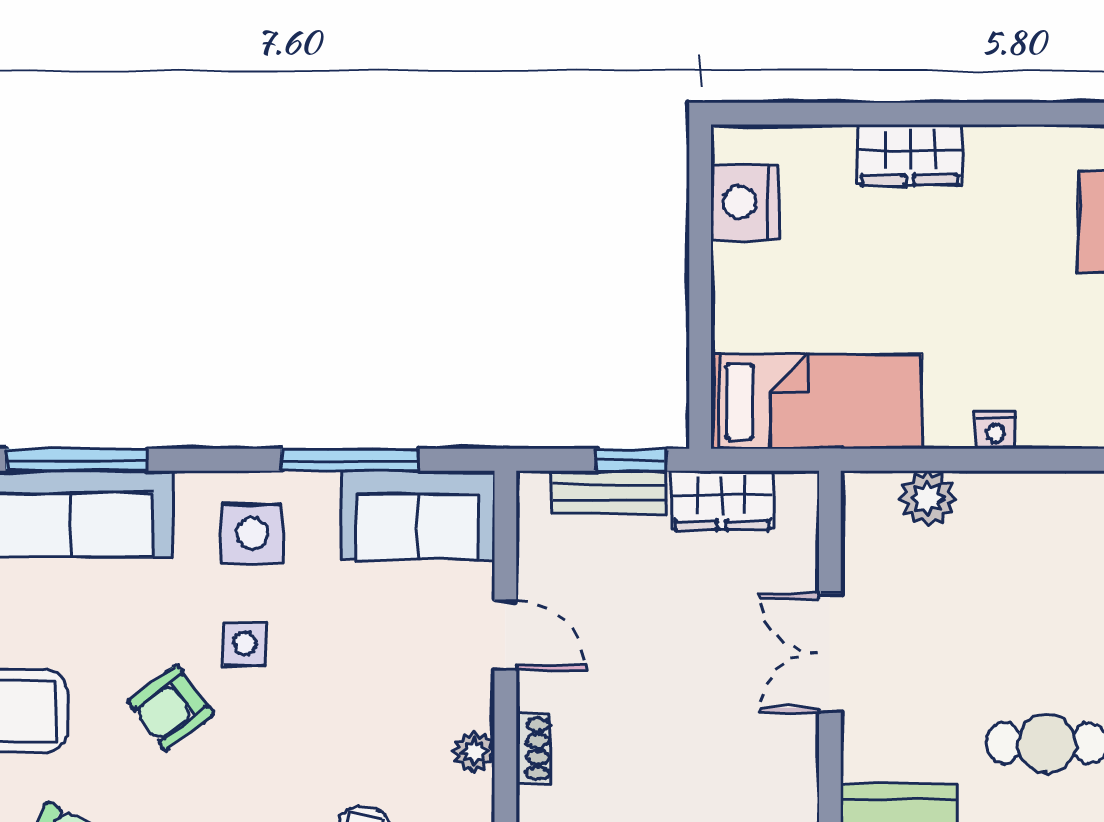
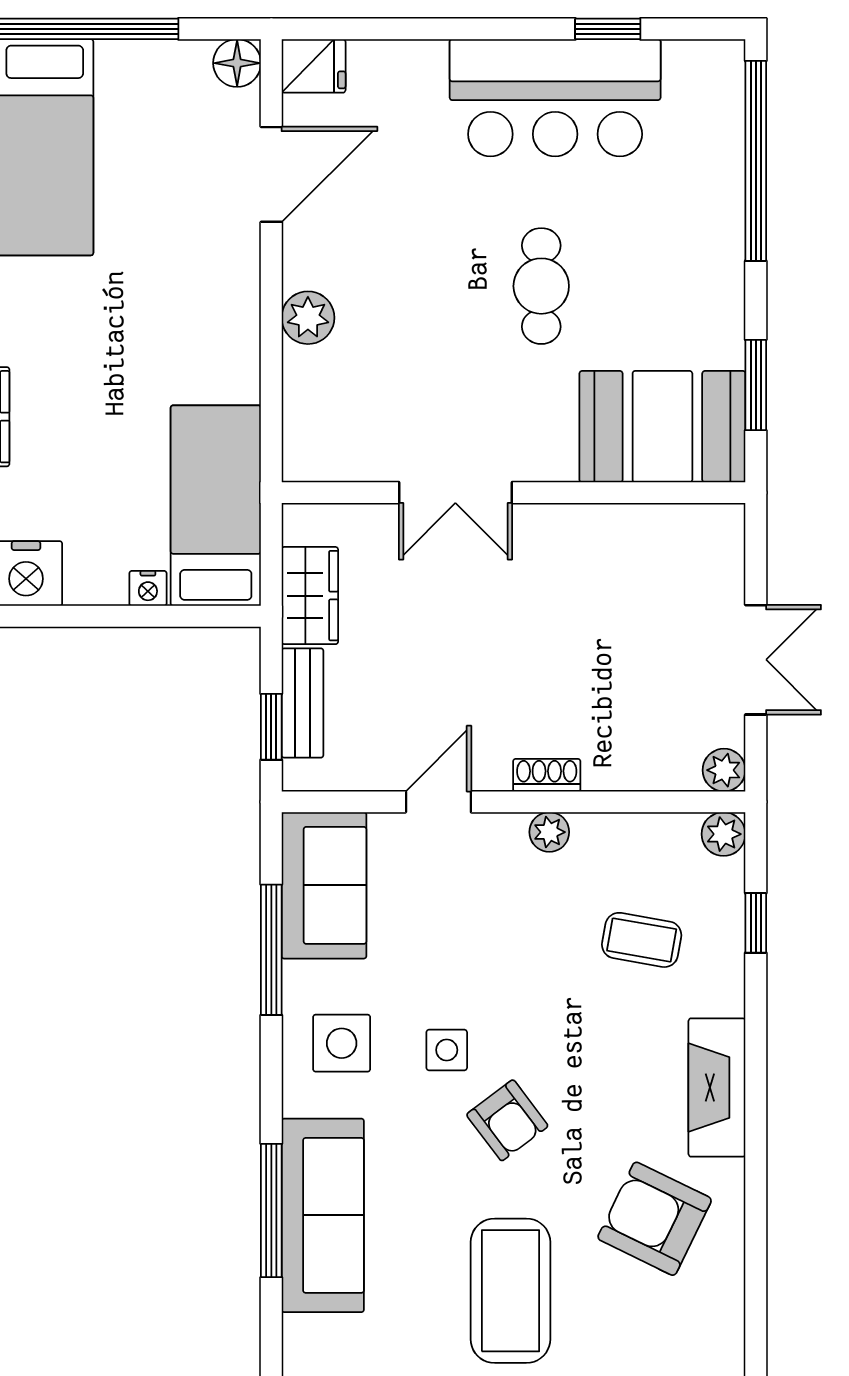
nightstand: (995, 431) -> (148, 588), moved, turned 90
window: (631, 460) -> (271, 727), moved
plant: (928, 498) -> (308, 318), moved

